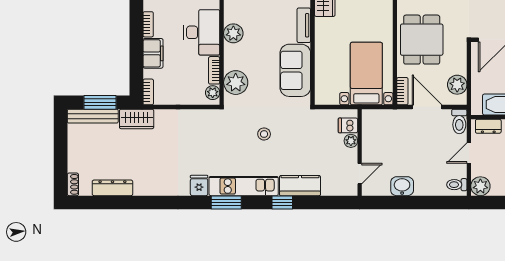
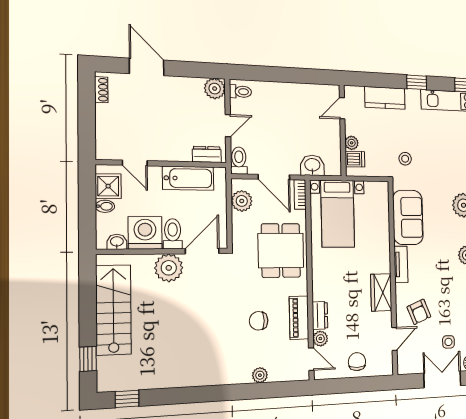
stool: (264, 134) -> (405, 159), moved
kitchen counter: (300, 186) -> (385, 98), moved
washbasin: (402, 186) -> (312, 165), moved, turned 180

